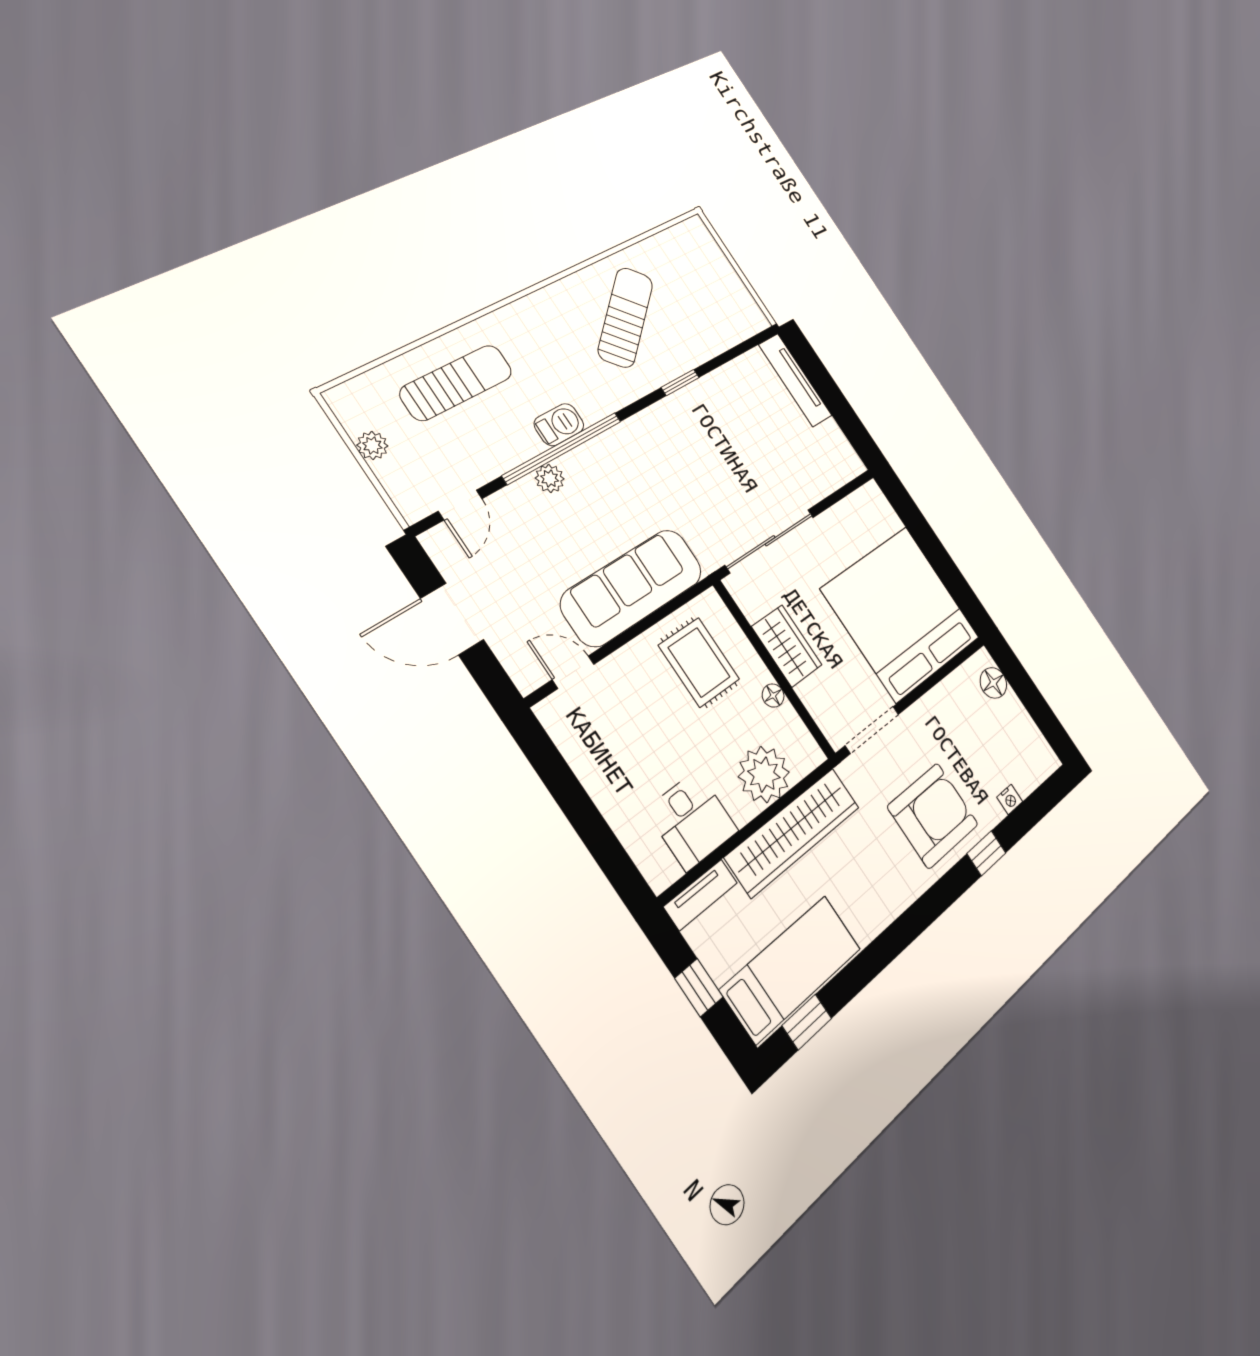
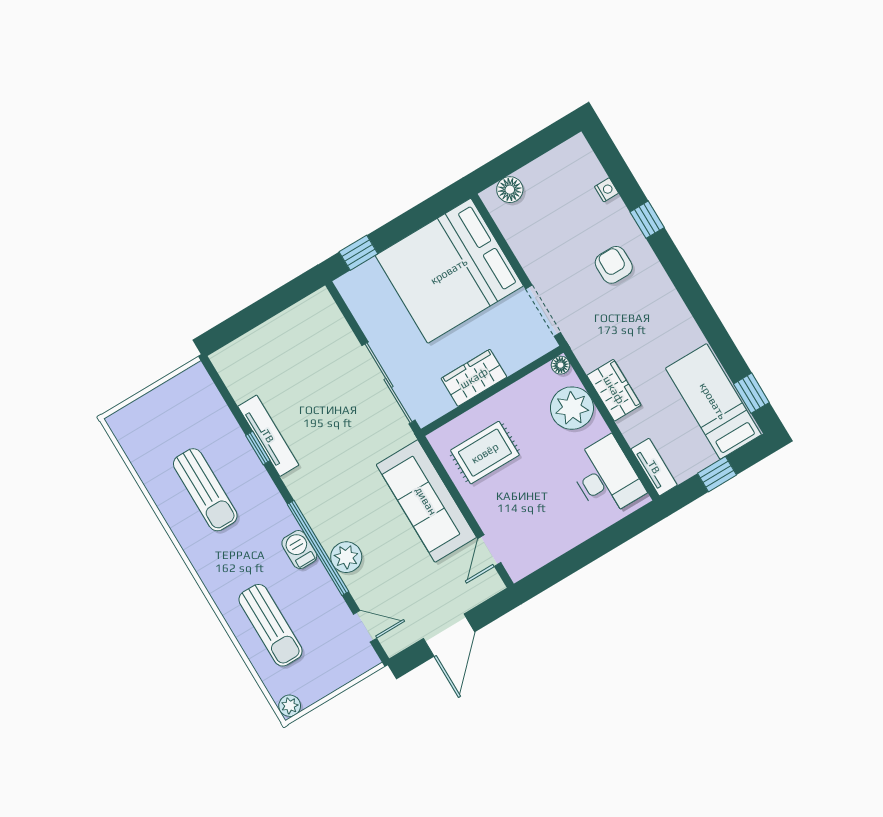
sun lounger: (625, 317) -> (205, 490), turned -138
tv unit: (795, 380) -> (268, 436), moved, turned -90
sun lounger: (456, 383) -> (271, 625), turned 180
plant: (372, 445) -> (290, 706), moved
plant: (550, 478) -> (346, 557), width x1.38, depth x1.38
window: (906, 509) -> (358, 253), added
floor lamp: (773, 696) -> (560, 365), moved
armchair: (933, 816) -> (614, 265), width x0.53, depth x0.53
desk: (692, 820) -> (606, 477), width x1.37
wardrobe: (793, 832) -> (614, 390), width x0.48, depth x0.85

